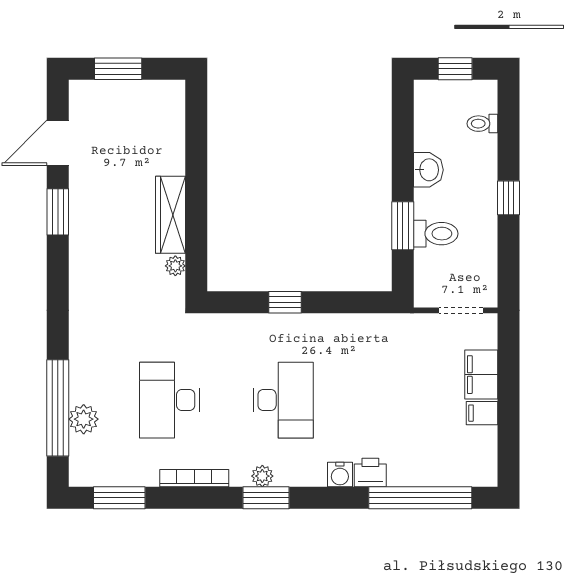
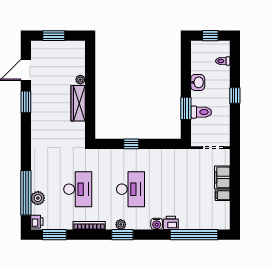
plant: (175, 266) -> (80, 80), moved
desk: (170, 400) -> (78, 189), turned 180
printer: (81, 470) -> (37, 222), added

